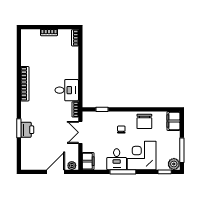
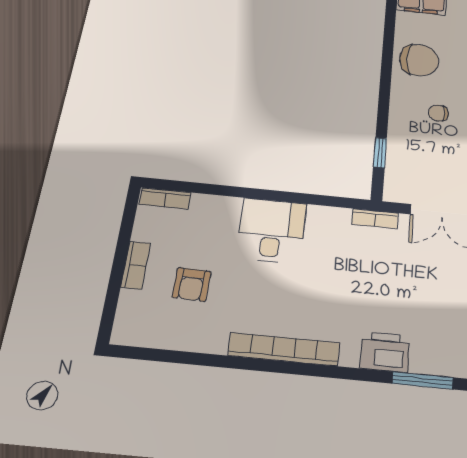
armchair: (44, 52) -> (192, 284), added
desk: (67, 90) -> (272, 231), moved
printer: (27, 130) -> (385, 352), moved

